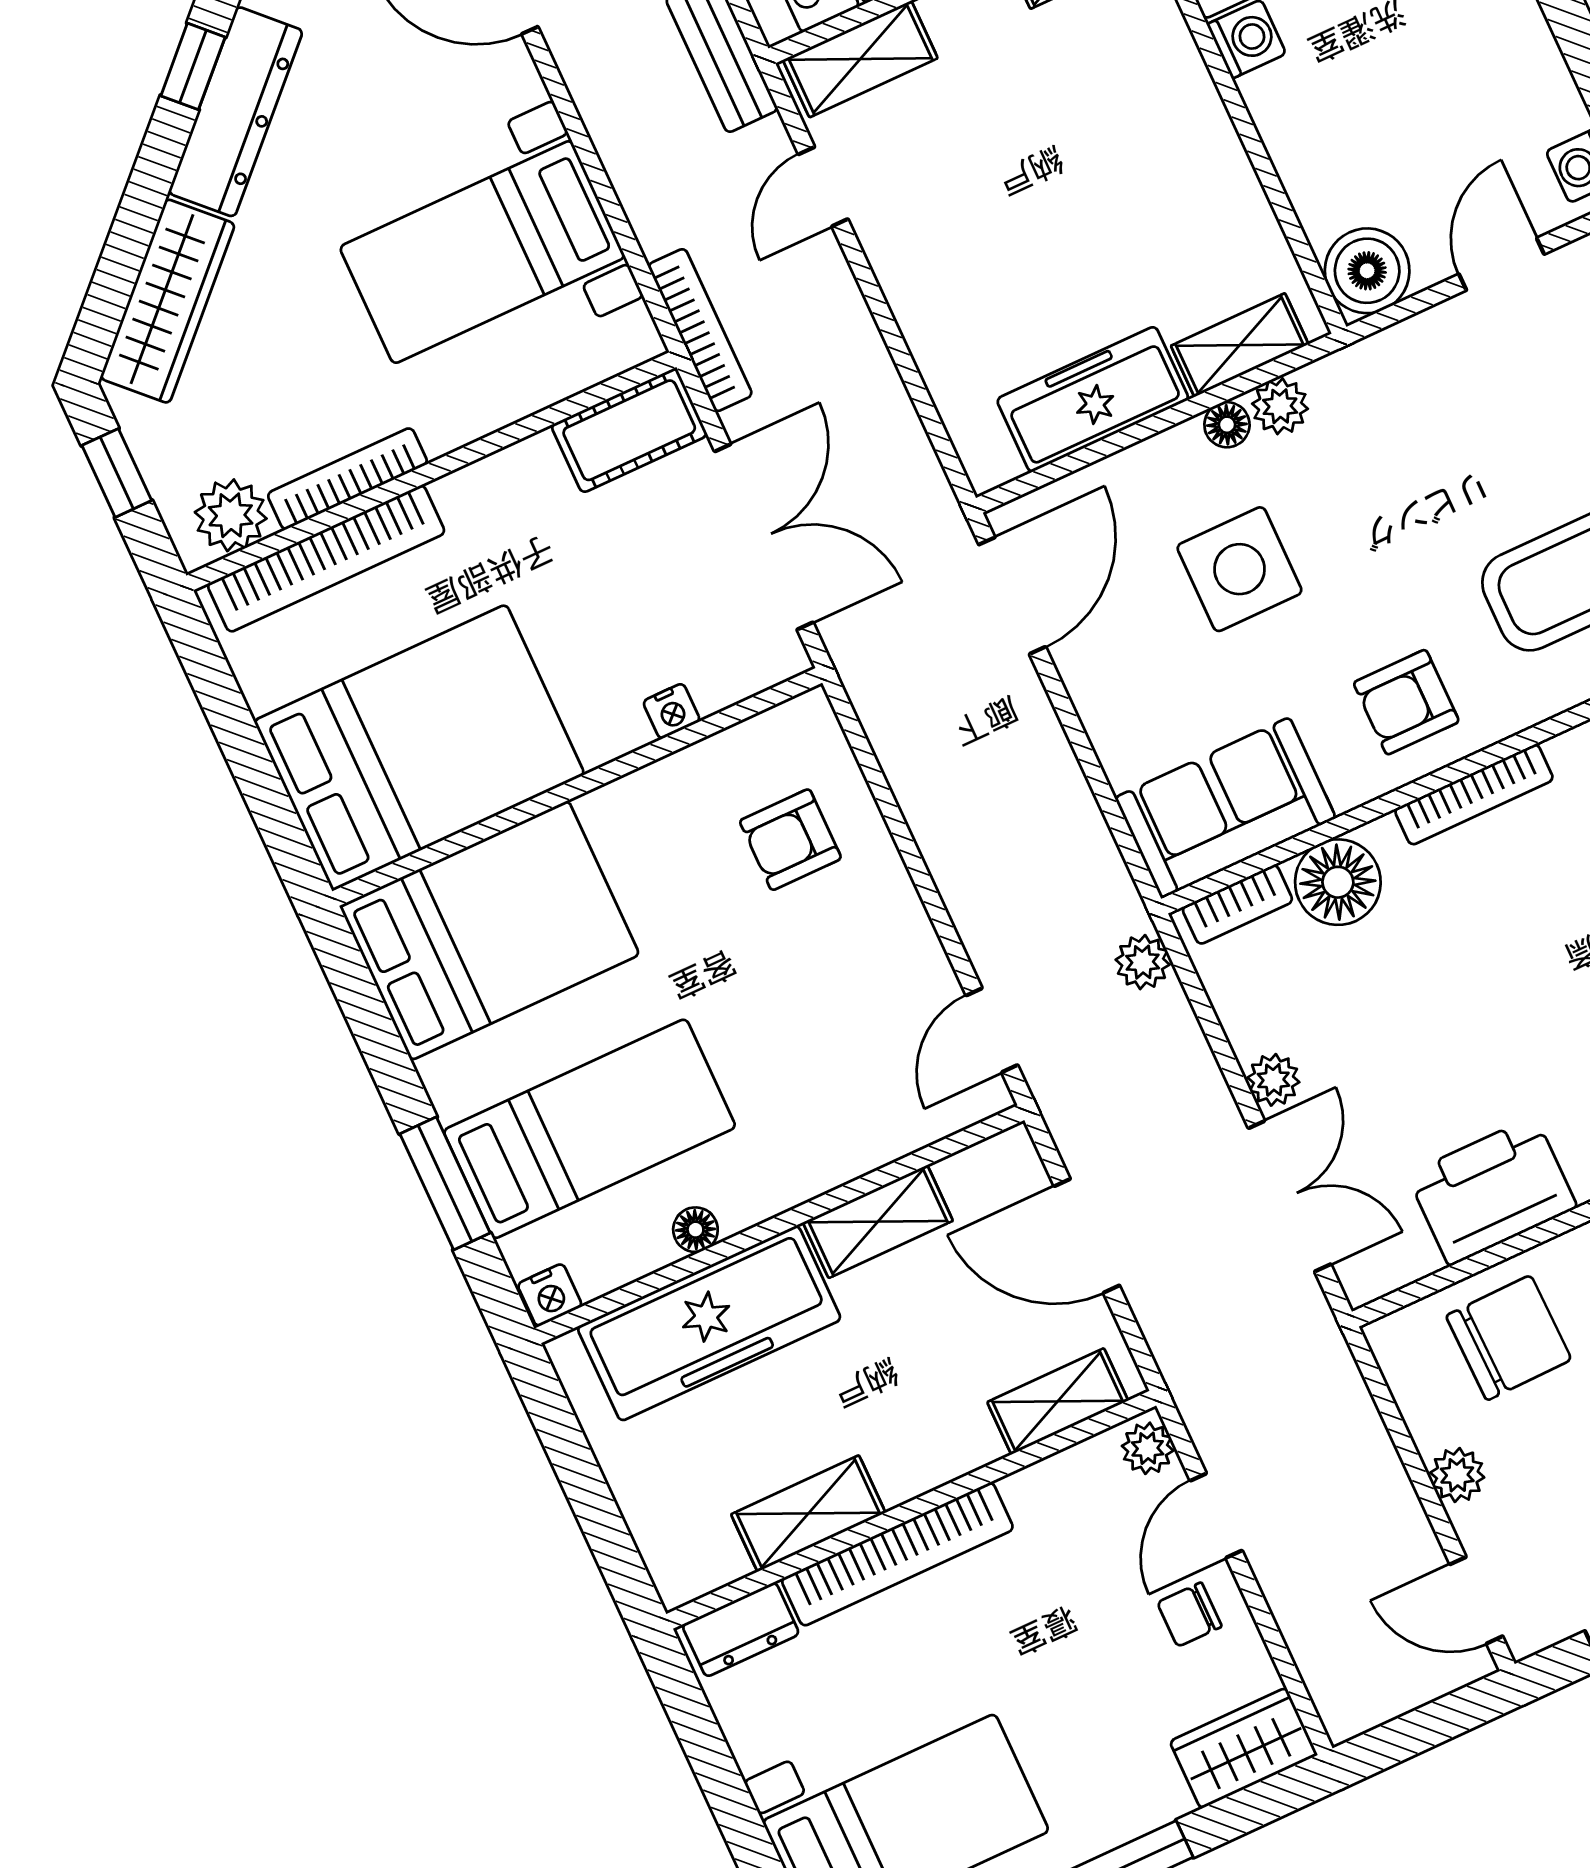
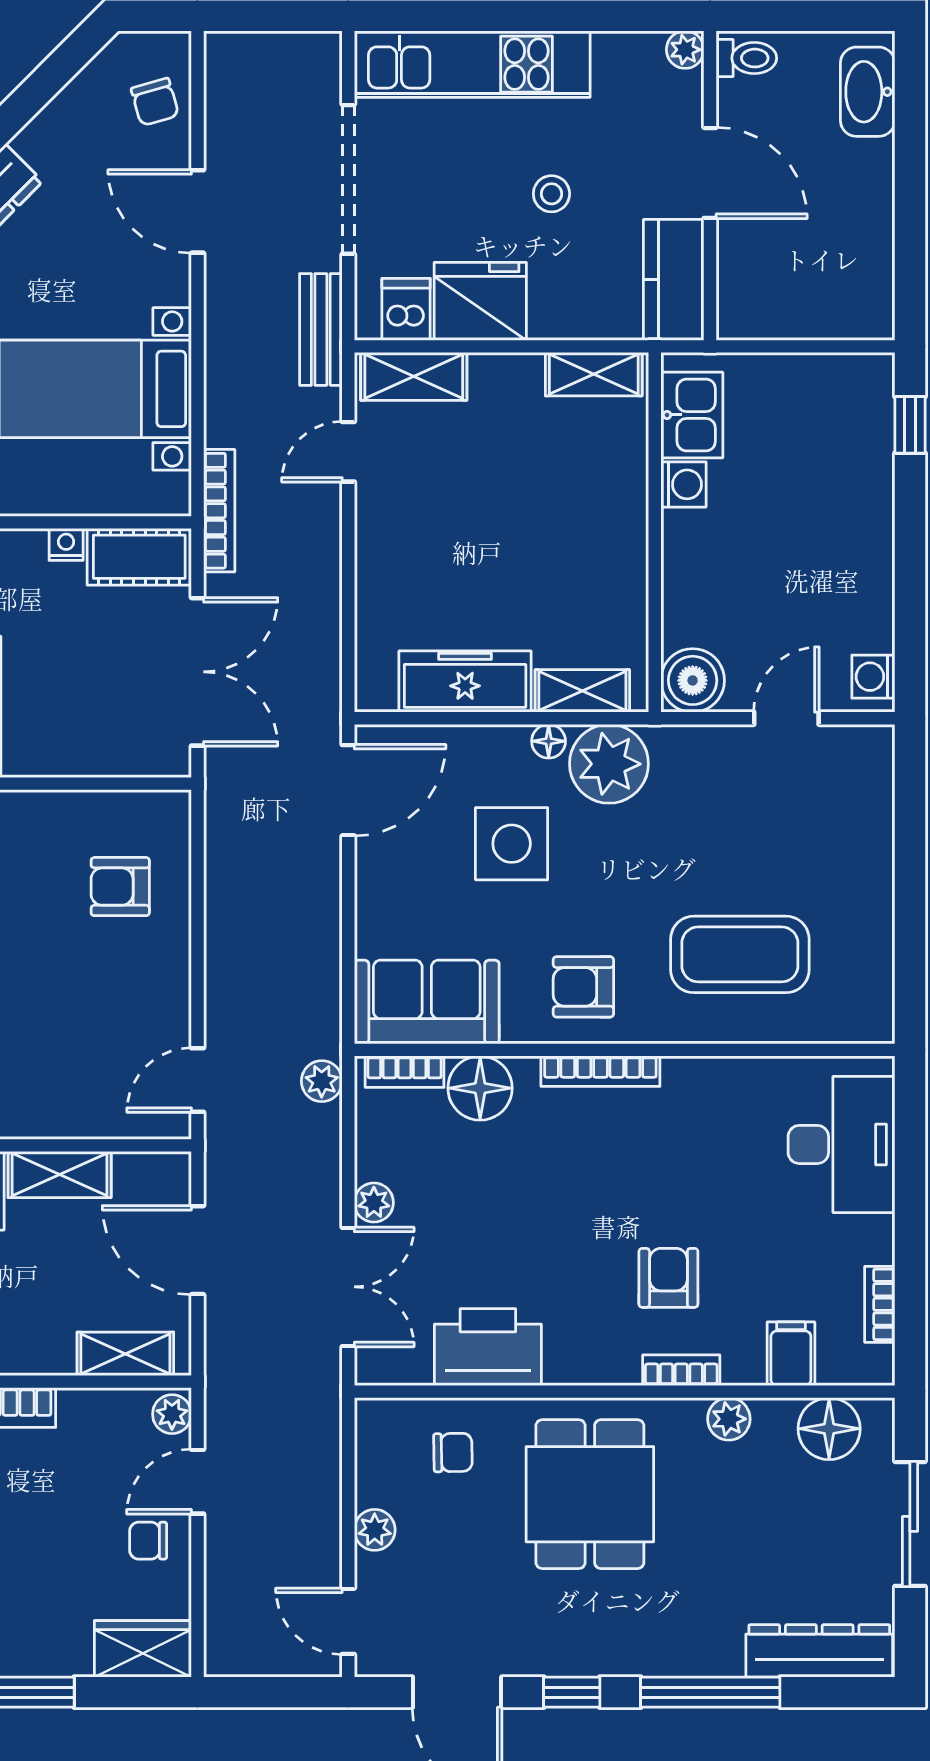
plant: (1280, 406) -> (609, 764), width x1.87, depth x1.87
nightstand: (672, 711) -> (66, 544), moved, turned 180
chair: (1509, 1338) -> (453, 1452), width x0.54, depth x0.54

